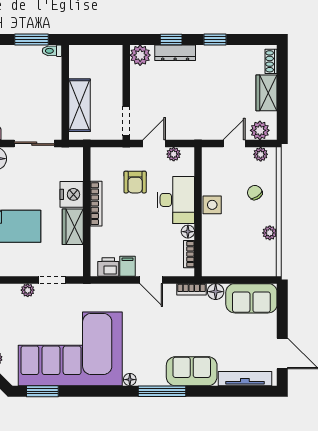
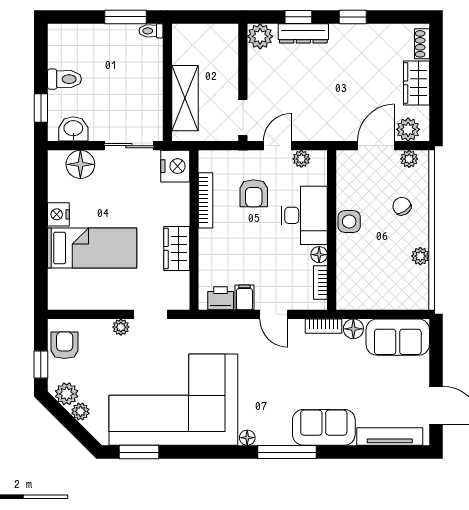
door: (234, 144) -> (376, 146), width x1.38
nightstand: (72, 194) -> (175, 166), moved
bookcase: (96, 204) -> (206, 200), moved

